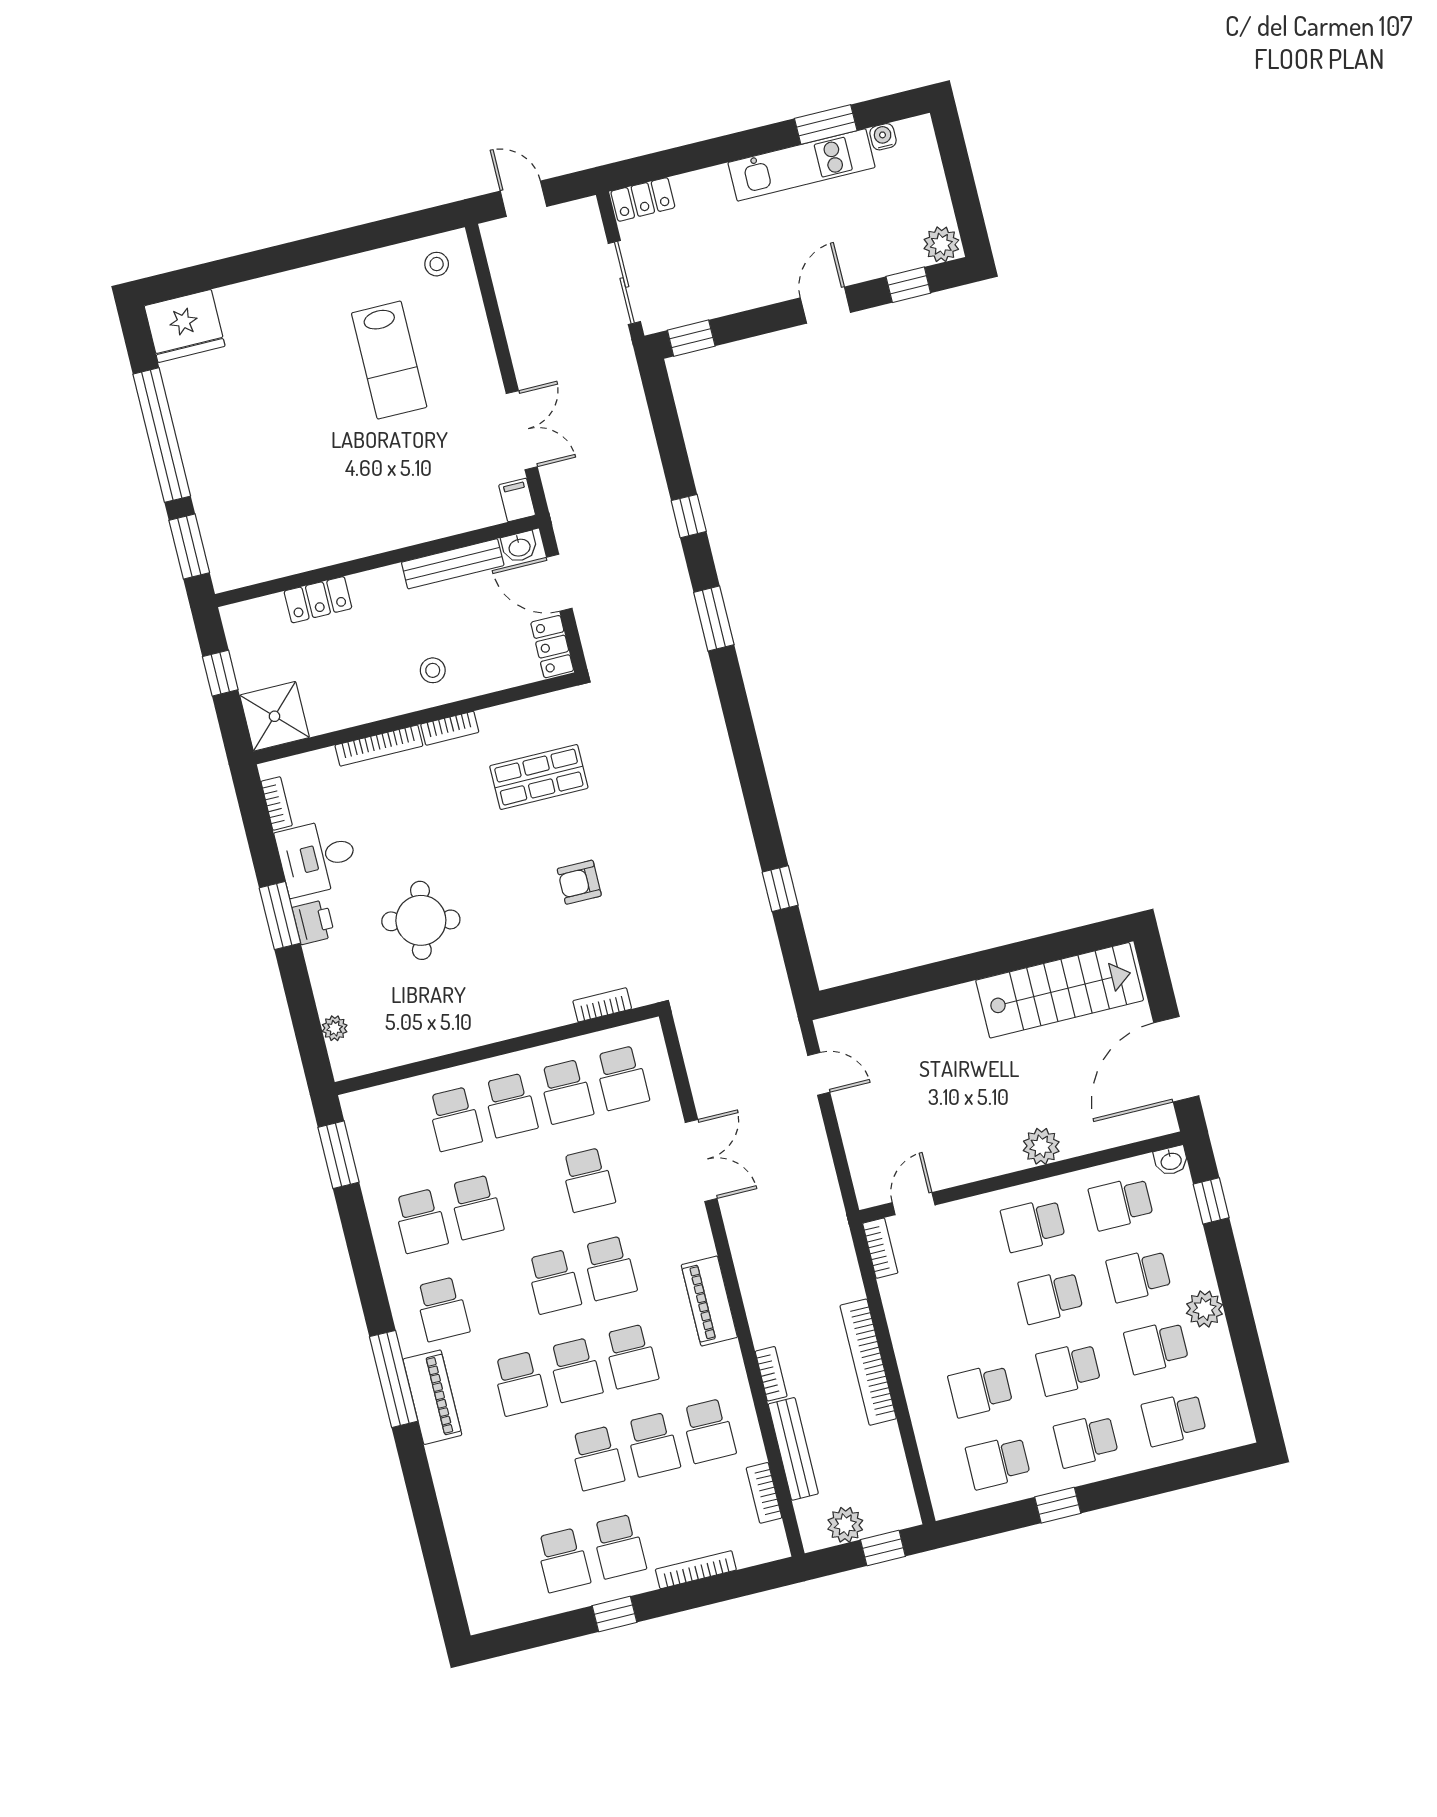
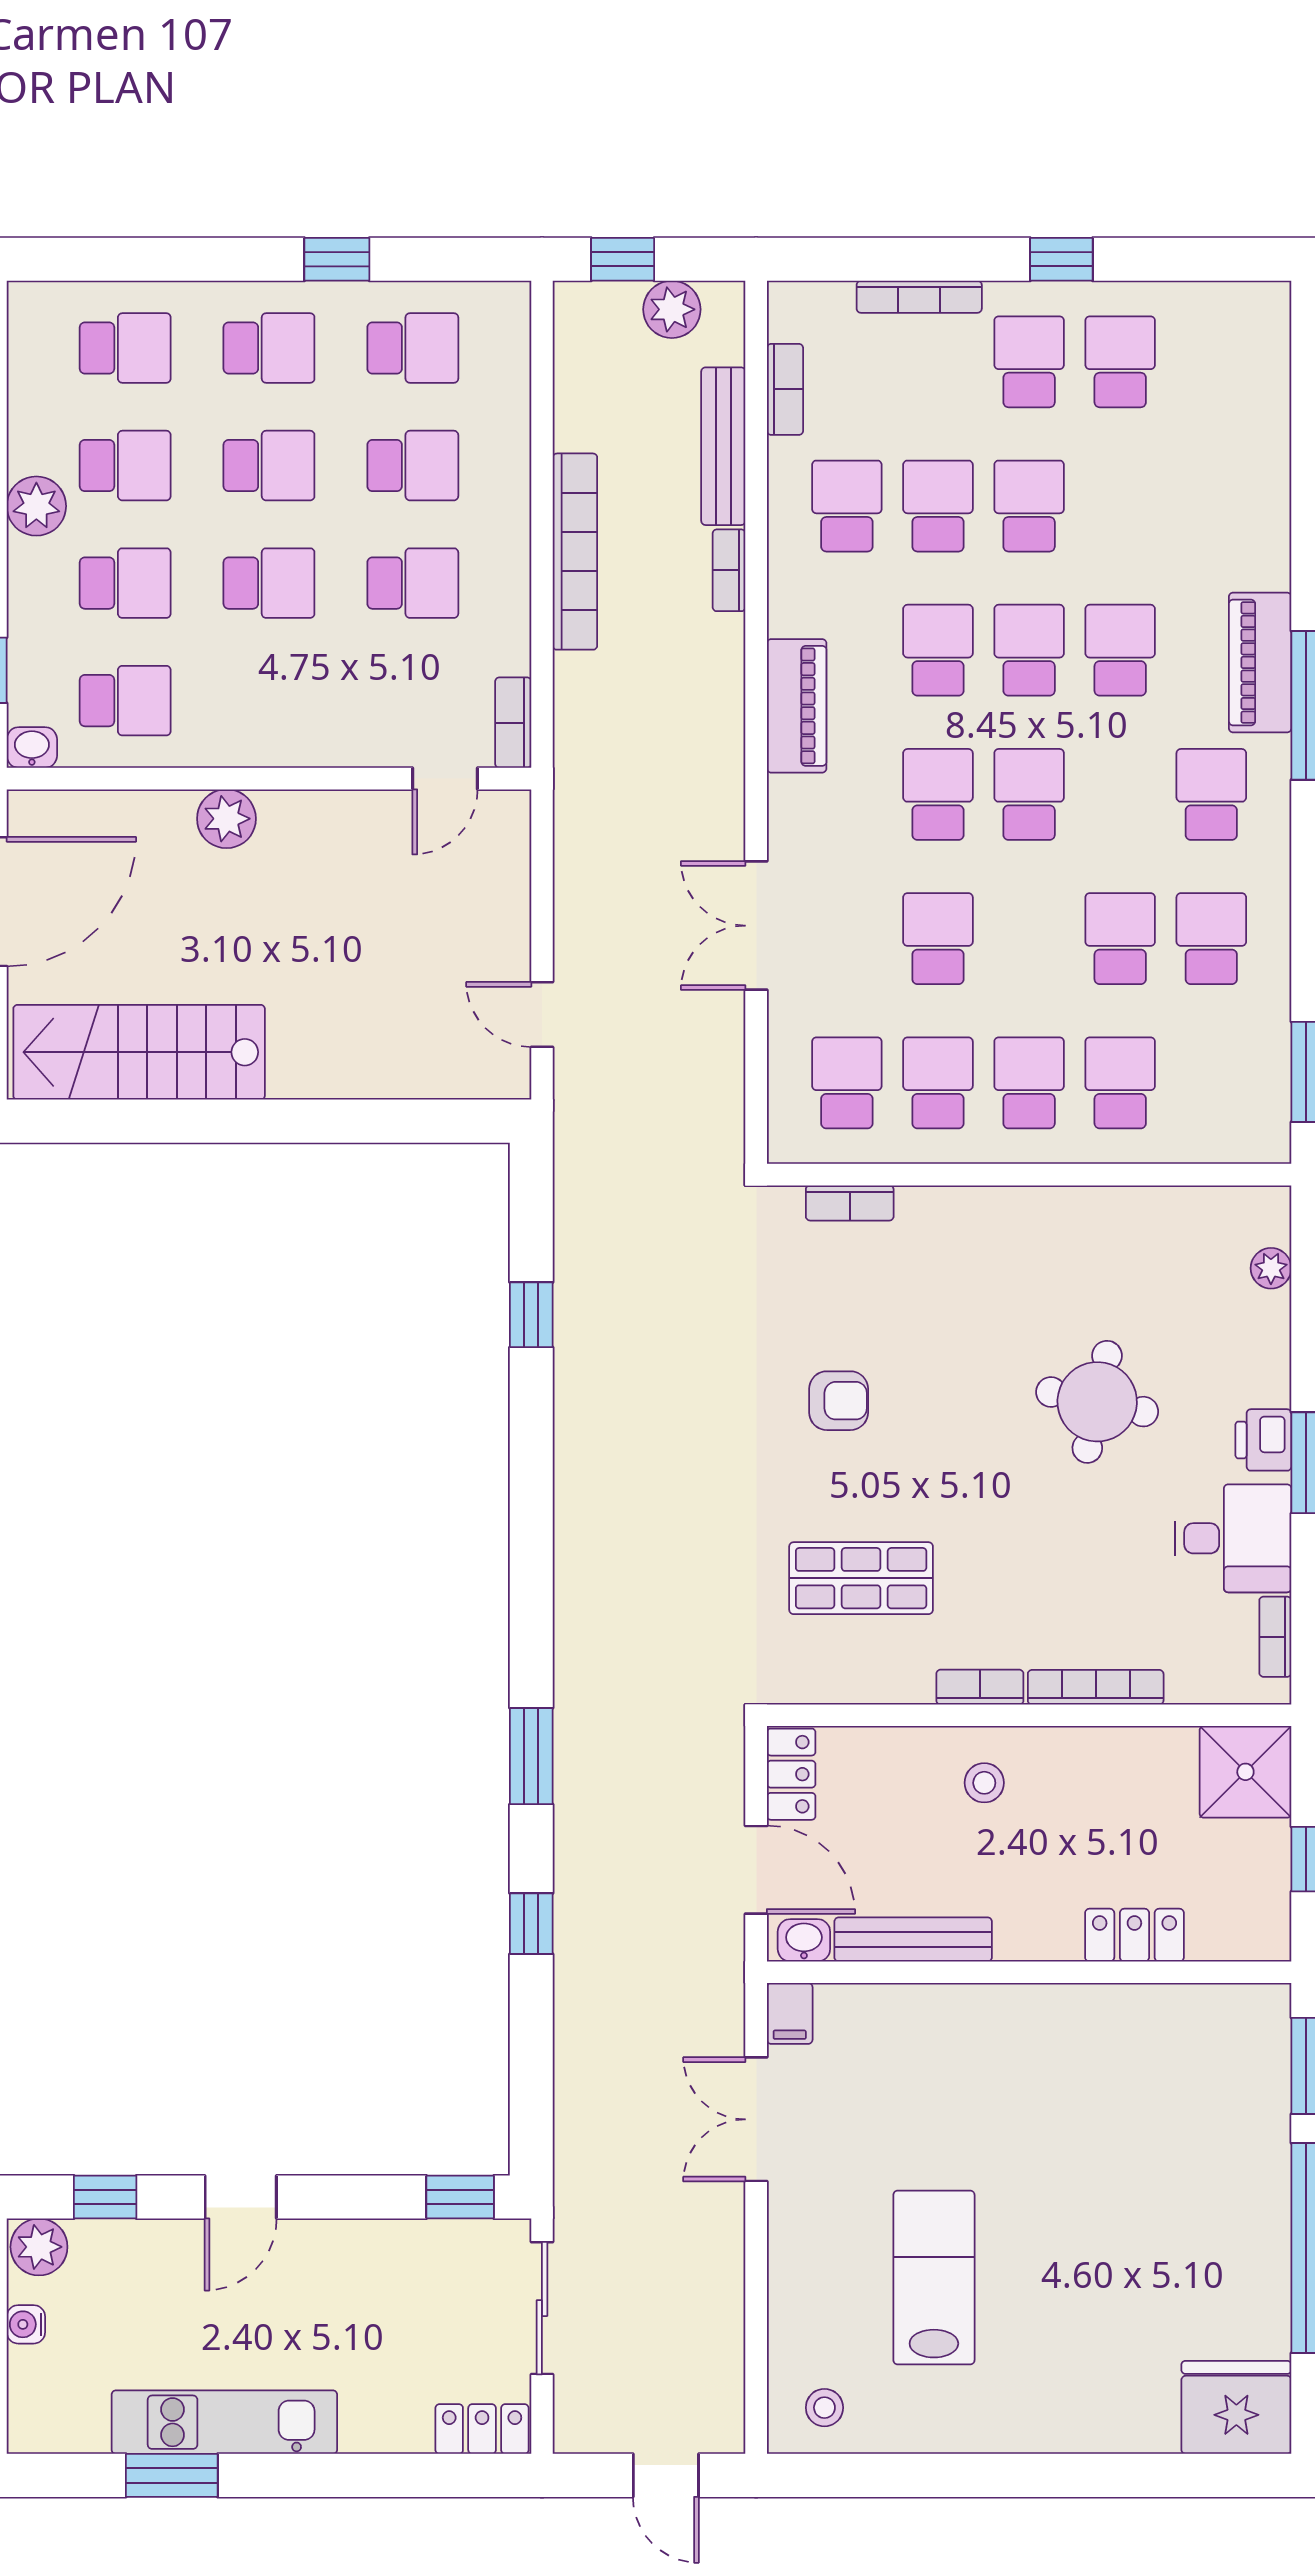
water cooler: (883, 137) -> (26, 2324), moved, turned 90
school desk: (1033, 1225) -> (413, 583), moved

